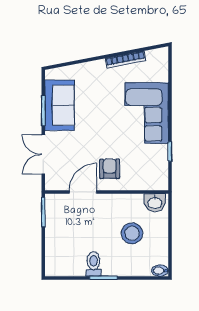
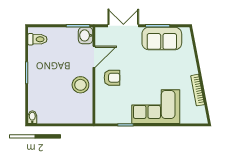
door: (83, 192) -> (94, 57), hinge flipped
washbasin: (155, 203) -> (86, 35), moved
stool: (132, 233) -> (80, 85), moved
toilet: (94, 264) -> (37, 39), moved

